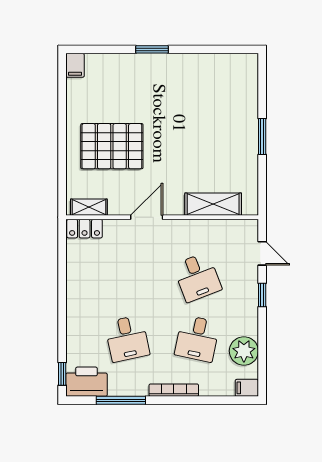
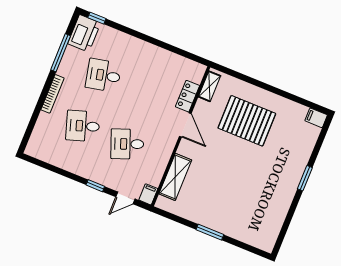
pallet: (112, 146) -> (247, 121), turned 90
locker: (85, 229) -> (187, 96), moved
desk: (197, 339) -> (83, 126), turned -30
plant: (244, 351) -> (60, 156), removed
filing cabinet: (247, 388) -> (148, 194), moved

